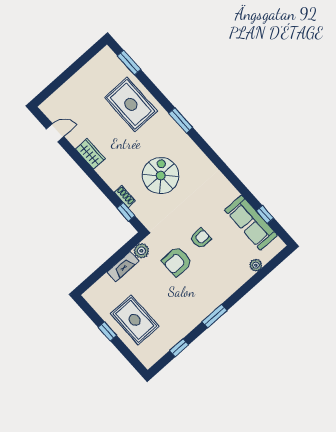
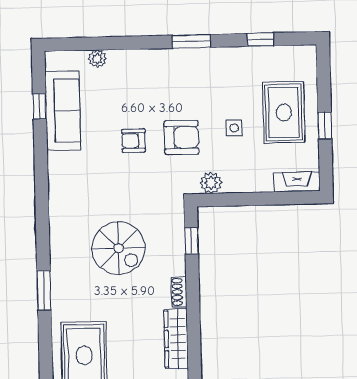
wardrobe: (90, 154) -> (176, 339), width x1.50
spiral stairs: (161, 176) -> (118, 248), turned -90
shoe rack: (125, 197) -> (179, 292), moved
fireplace: (123, 266) -> (297, 182), moved
side table: (154, 290) -> (234, 128), added

